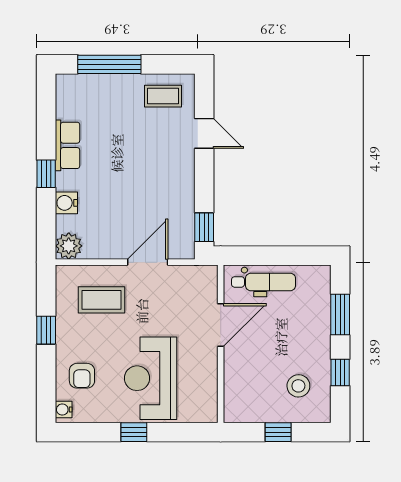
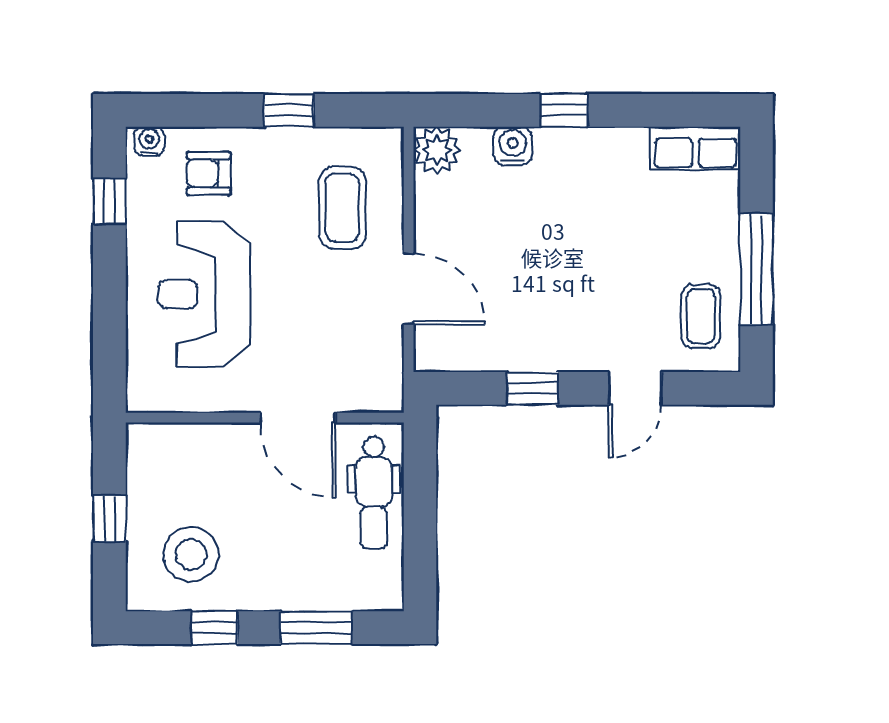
window: (109, 64) -> (756, 269), moved
row of seats: (67, 145) -> (696, 148), moved
window: (204, 227) -> (533, 388), moved
reception desk: (151, 378) -> (204, 294), turned -90
stool: (298, 386) -> (191, 554), width x1.38, depth x1.38
window: (134, 432) -> (109, 201), moved

